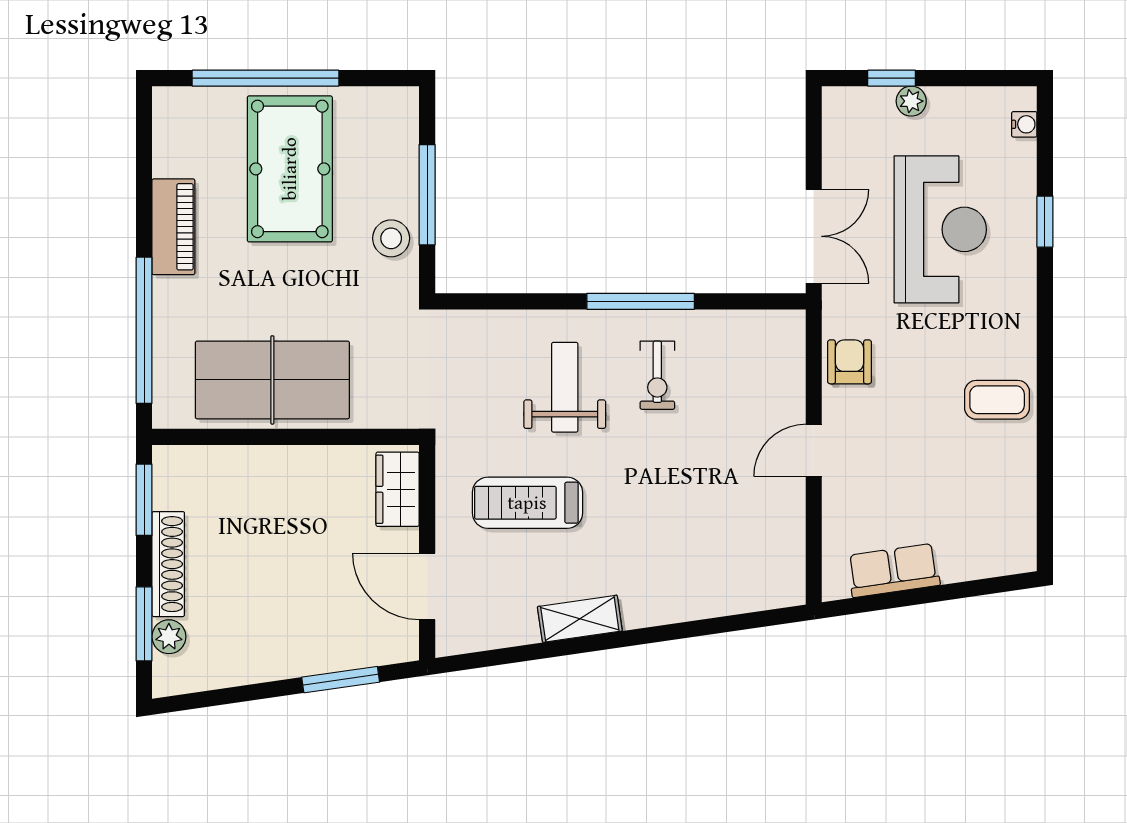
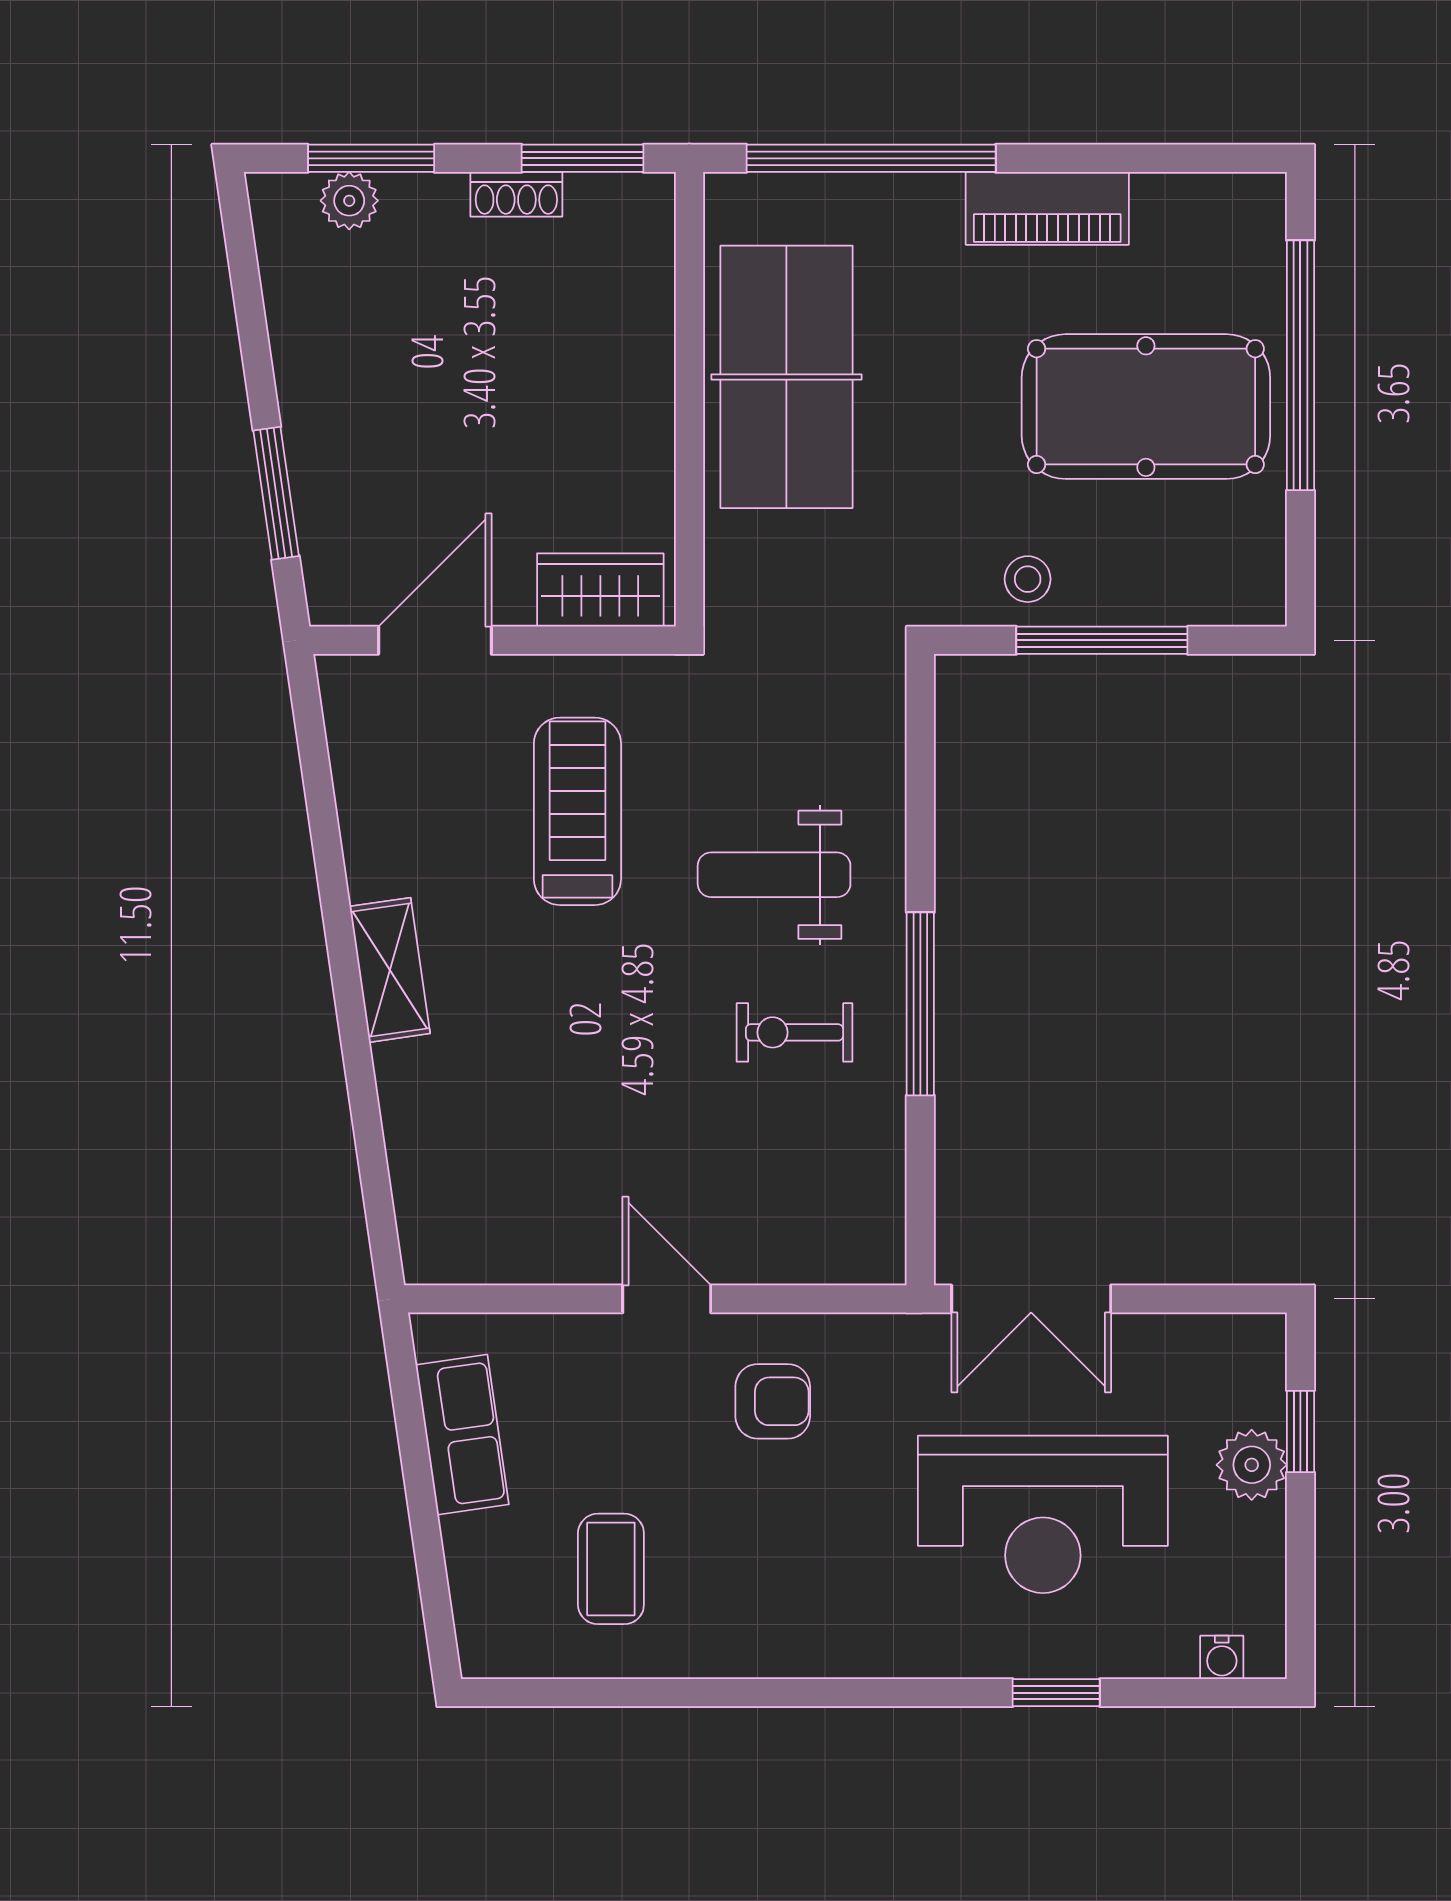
plant: (911, 101) -> (1252, 1465), width x1.38, depth x1.38
stool: (391, 238) -> (1028, 579), width x0.73, depth x0.73
armchair: (850, 362) -> (773, 1401), moved
weight bench: (565, 387) -> (774, 875), turned 180
coffee table: (997, 400) -> (611, 1569), moved
shoe rack: (168, 564) -> (516, 194), width x0.51, depth x0.81
shelving: (580, 619) -> (390, 970), moved

